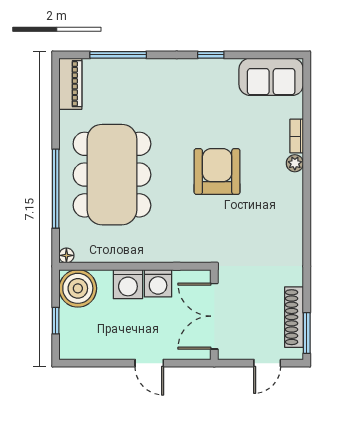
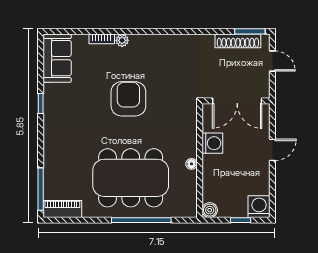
window: (118, 55) -> (41, 189), moved
armchair: (217, 172) -> (128, 99), turned 90
floor lamp: (66, 255) -> (192, 164), moved
washing machine: (128, 284) -> (259, 207), moved, turned -90
boiler: (78, 288) -> (210, 210), width x0.54, depth x0.54

